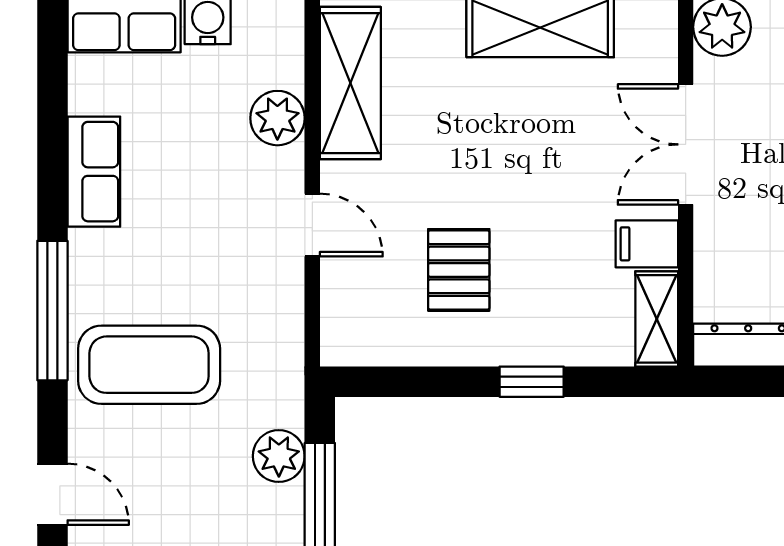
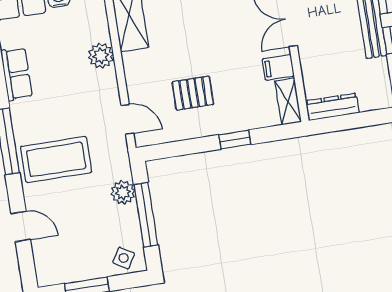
plant: (277, 118) -> (101, 56), moved
door: (312, 225) -> (127, 119), moved
pallet: (459, 270) -> (193, 93), turned 90

